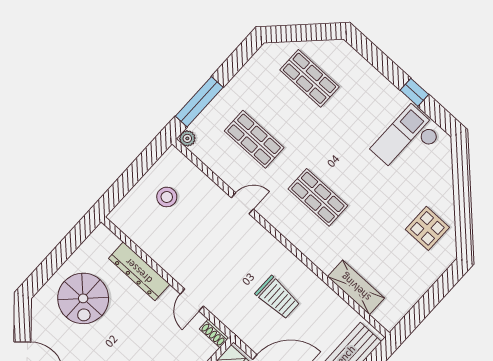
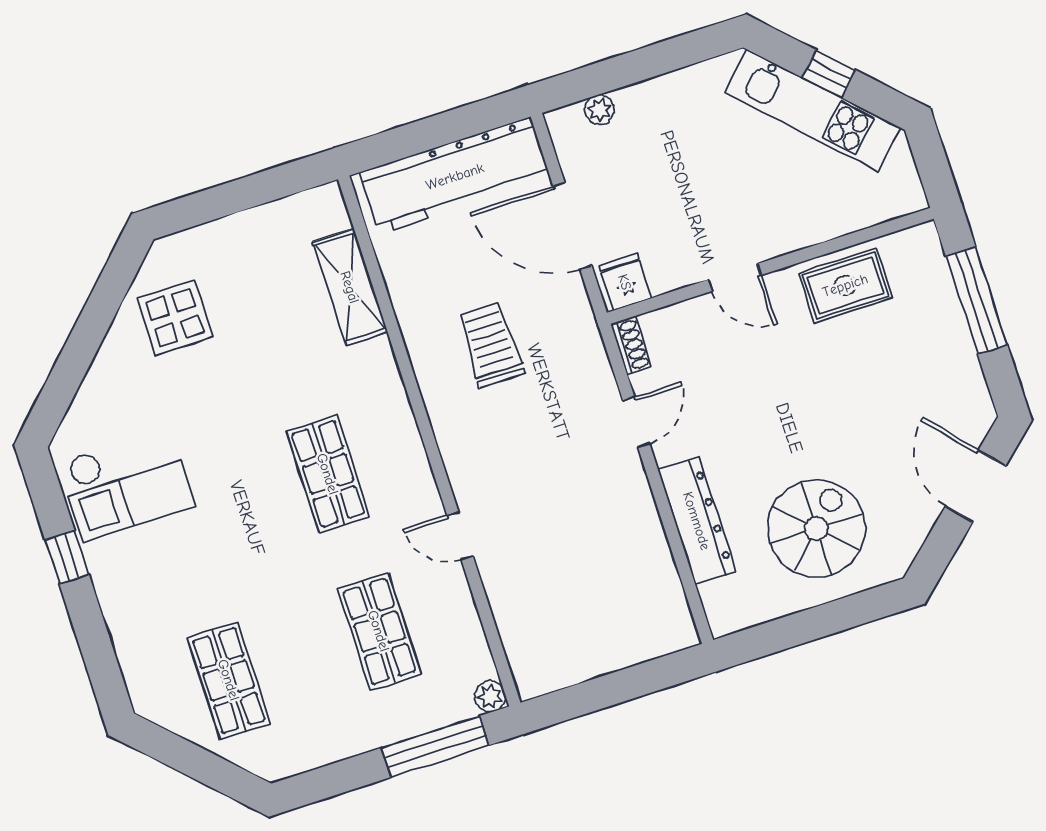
stool: (167, 197) -> (580, 618), removed

